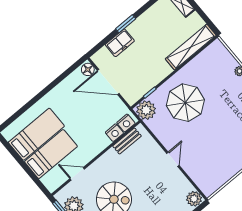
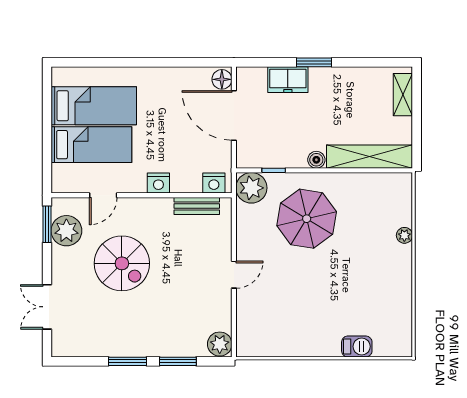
boiler: (166, 70) -> (316, 160), added
nightstand: (114, 133) -> (158, 183), moved
door: (77, 174) -> (103, 195), swing flipped

